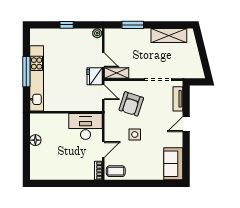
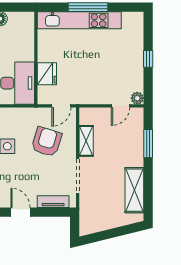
door: (103, 60) -> (120, 106), moved
shelving: (117, 73) -> (86, 141), moved
fridge: (95, 76) -> (47, 74), moved, turned 90
armchair: (131, 104) -> (47, 142), turned 89

